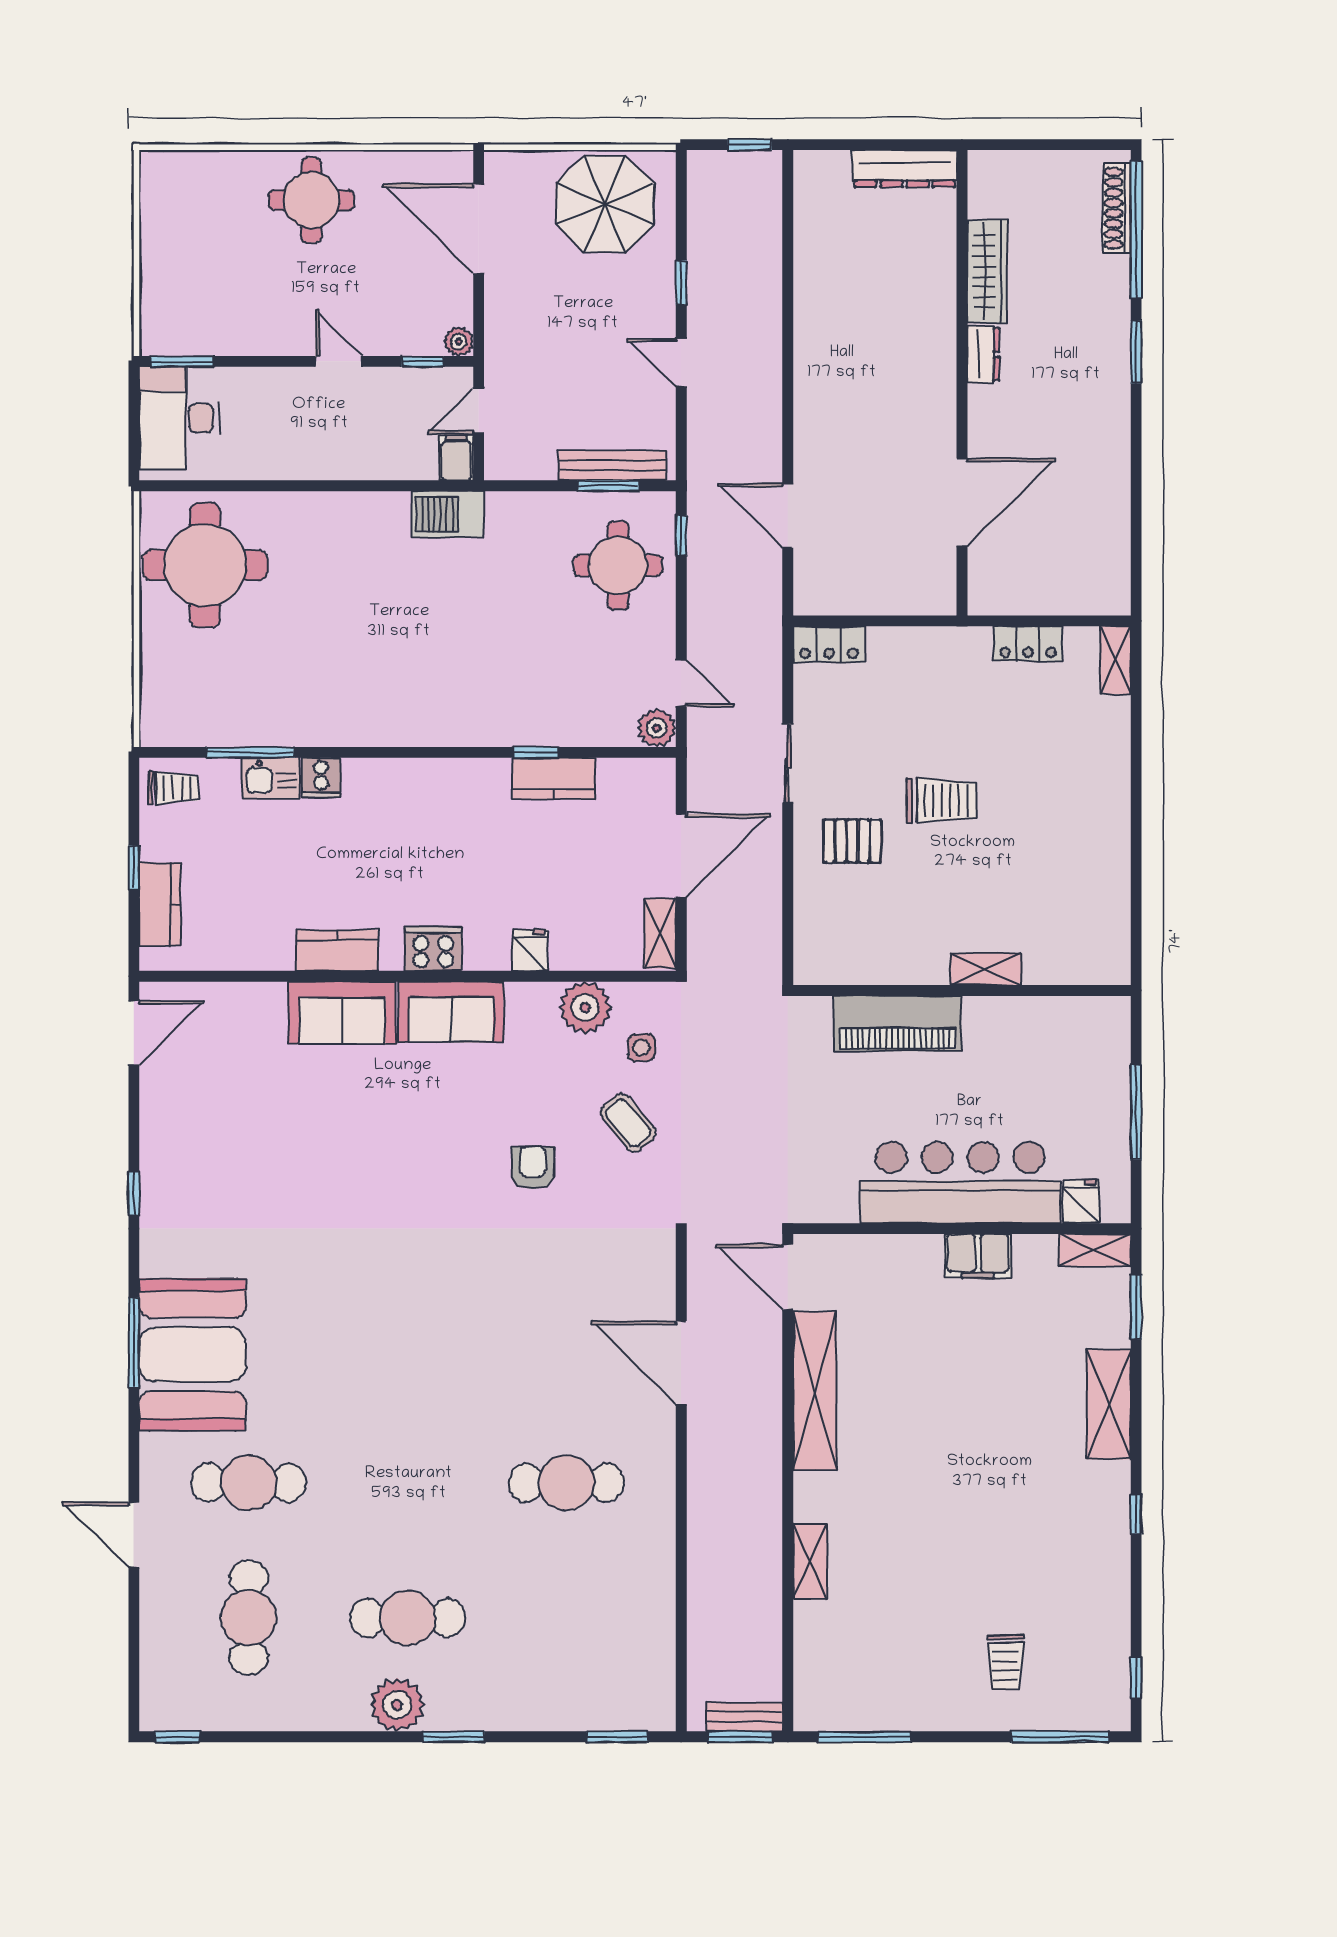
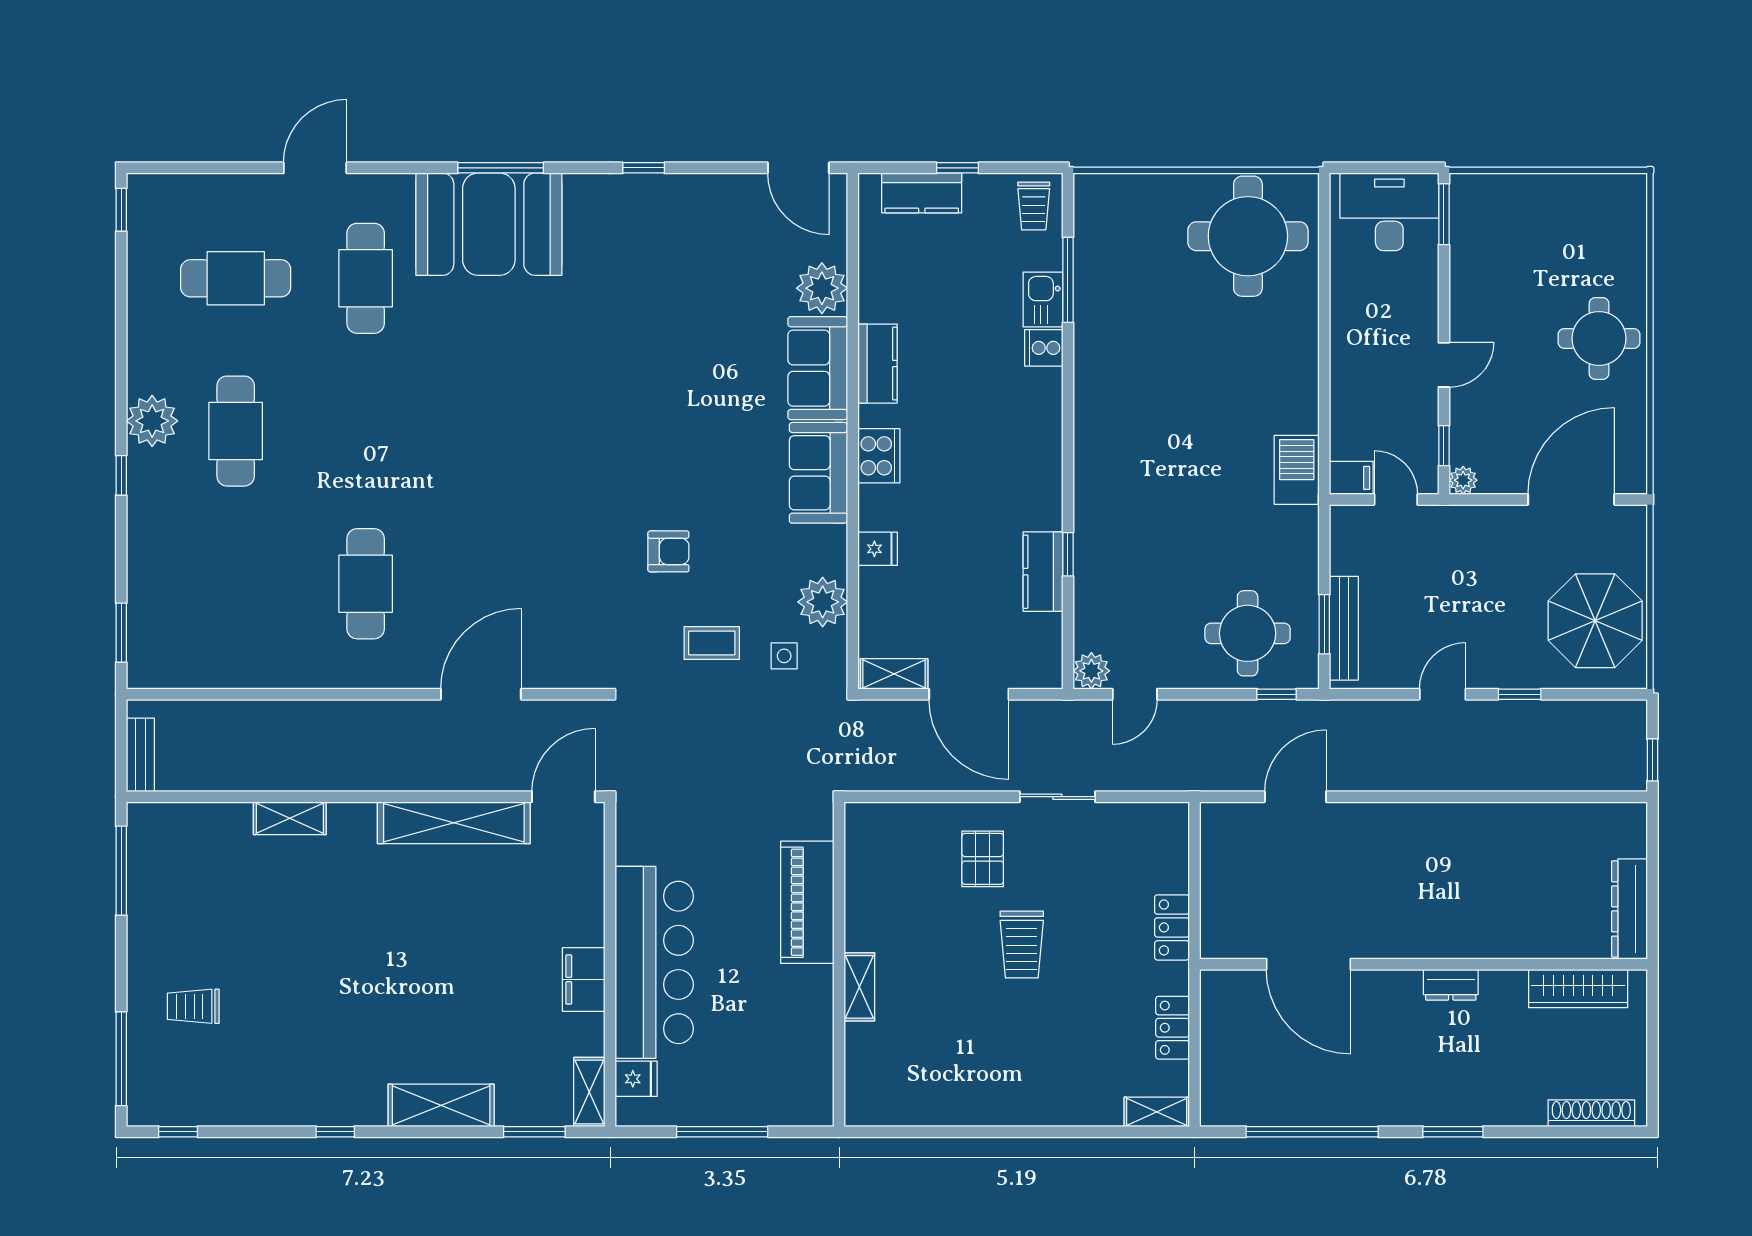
window: (1136, 230) -> (1312, 1132), moved
wardrobe: (987, 271) -> (1578, 989), moved
locker: (829, 644) -> (1172, 927), moved
plant: (259, 1008) -> (822, 288), added
coffee table: (628, 1123) -> (712, 643), turned 40
window: (454, 1737) -> (121, 475), width x0.67
window: (740, 1737) -> (121, 751), removed

